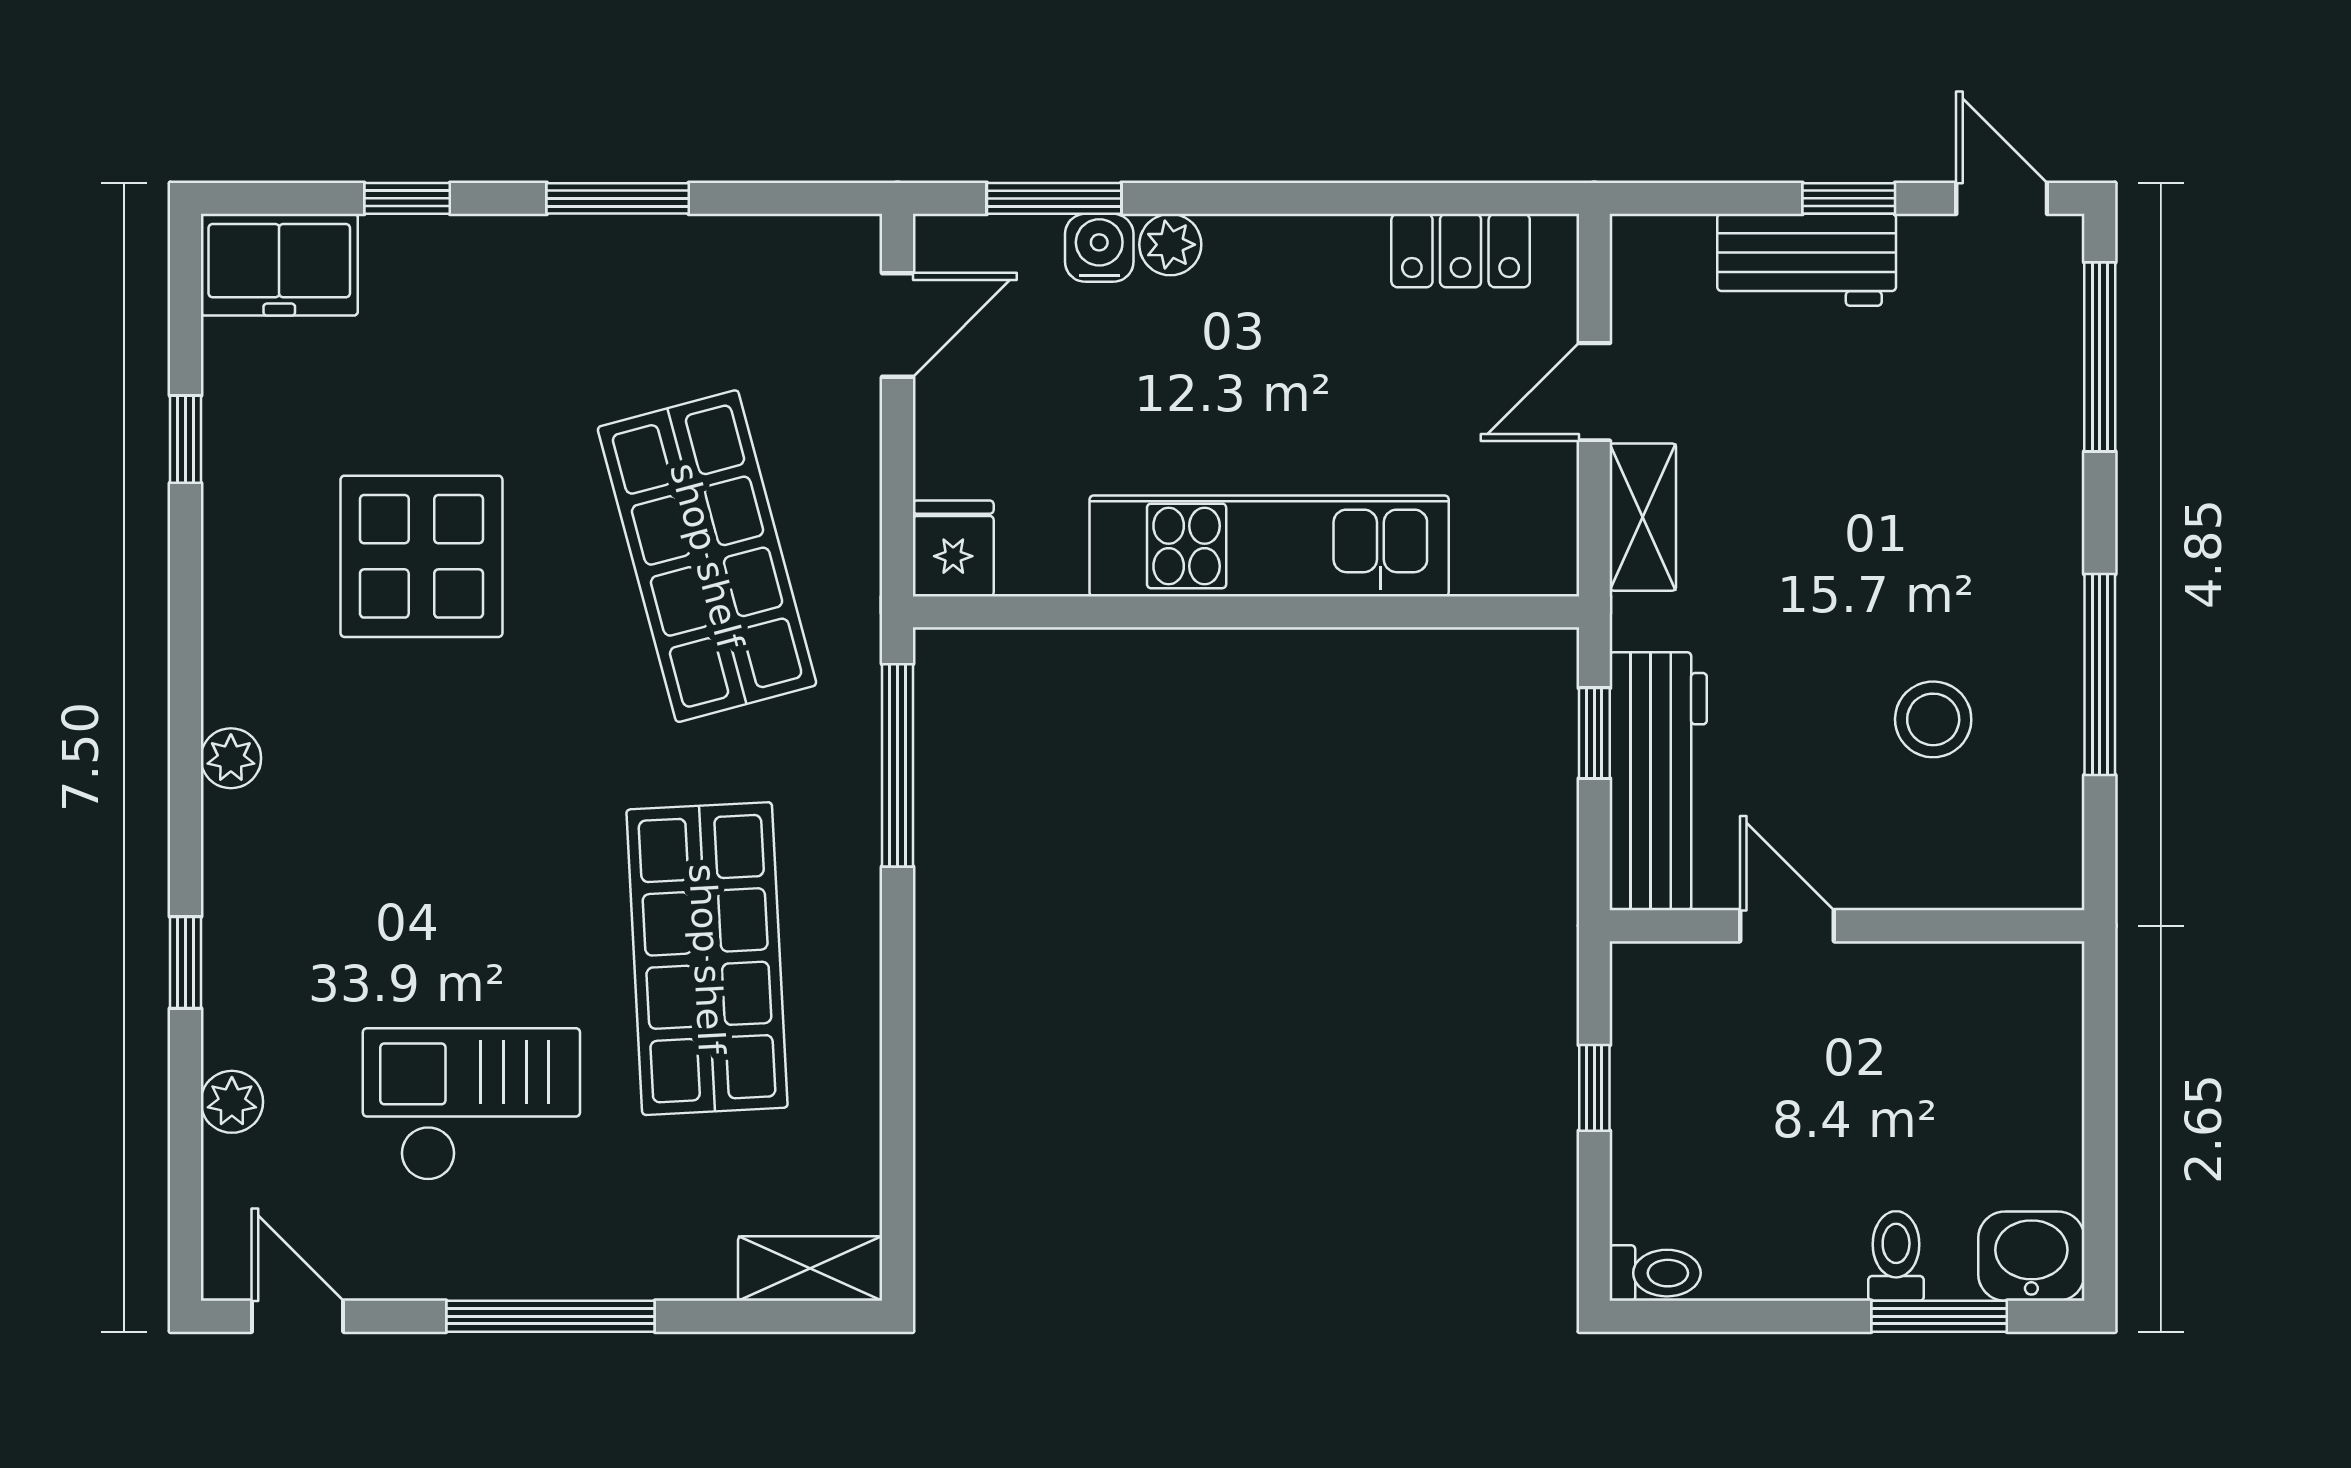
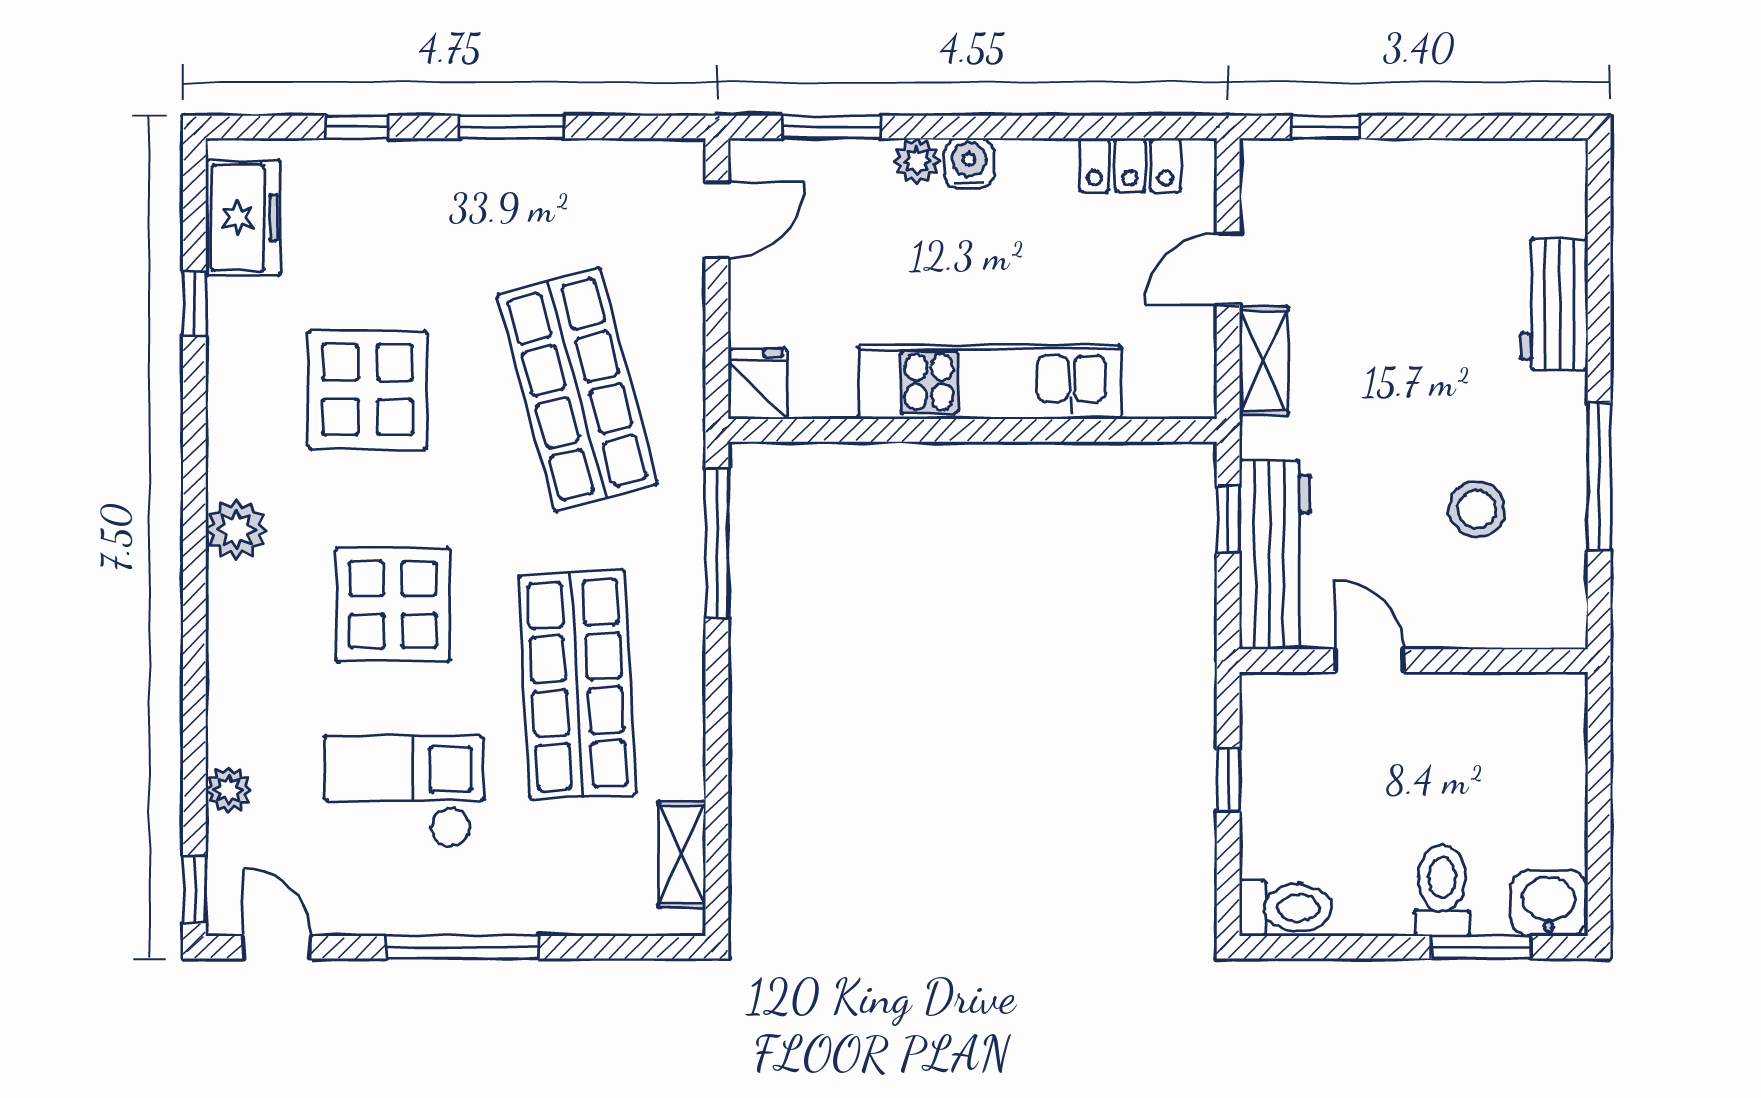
window: (1849, 198) -> (1326, 127), moved
door: (2002, 198) -> (1527, 127), removed
water cooler: (1099, 248) -> (969, 163), moved
workbench: (1807, 260) -> (1554, 304), moved, turned 90
freezer: (279, 265) -> (243, 218), moved, turned -90
window: (2100, 357) -> (1599, 243), removed
plant: (231, 758) -> (236, 529), width x1.38, depth x1.38
display table: (456, 850) -> (393, 605), added
window: (185, 963) -> (194, 889), moved
toilet: (1896, 1256) -> (1442, 890), width x1.37, depth x1.39
shelving: (810, 1269) -> (682, 854), moved, turned 90
toilet: (1655, 1273) -> (1286, 908), width x1.37, depth x1.39

